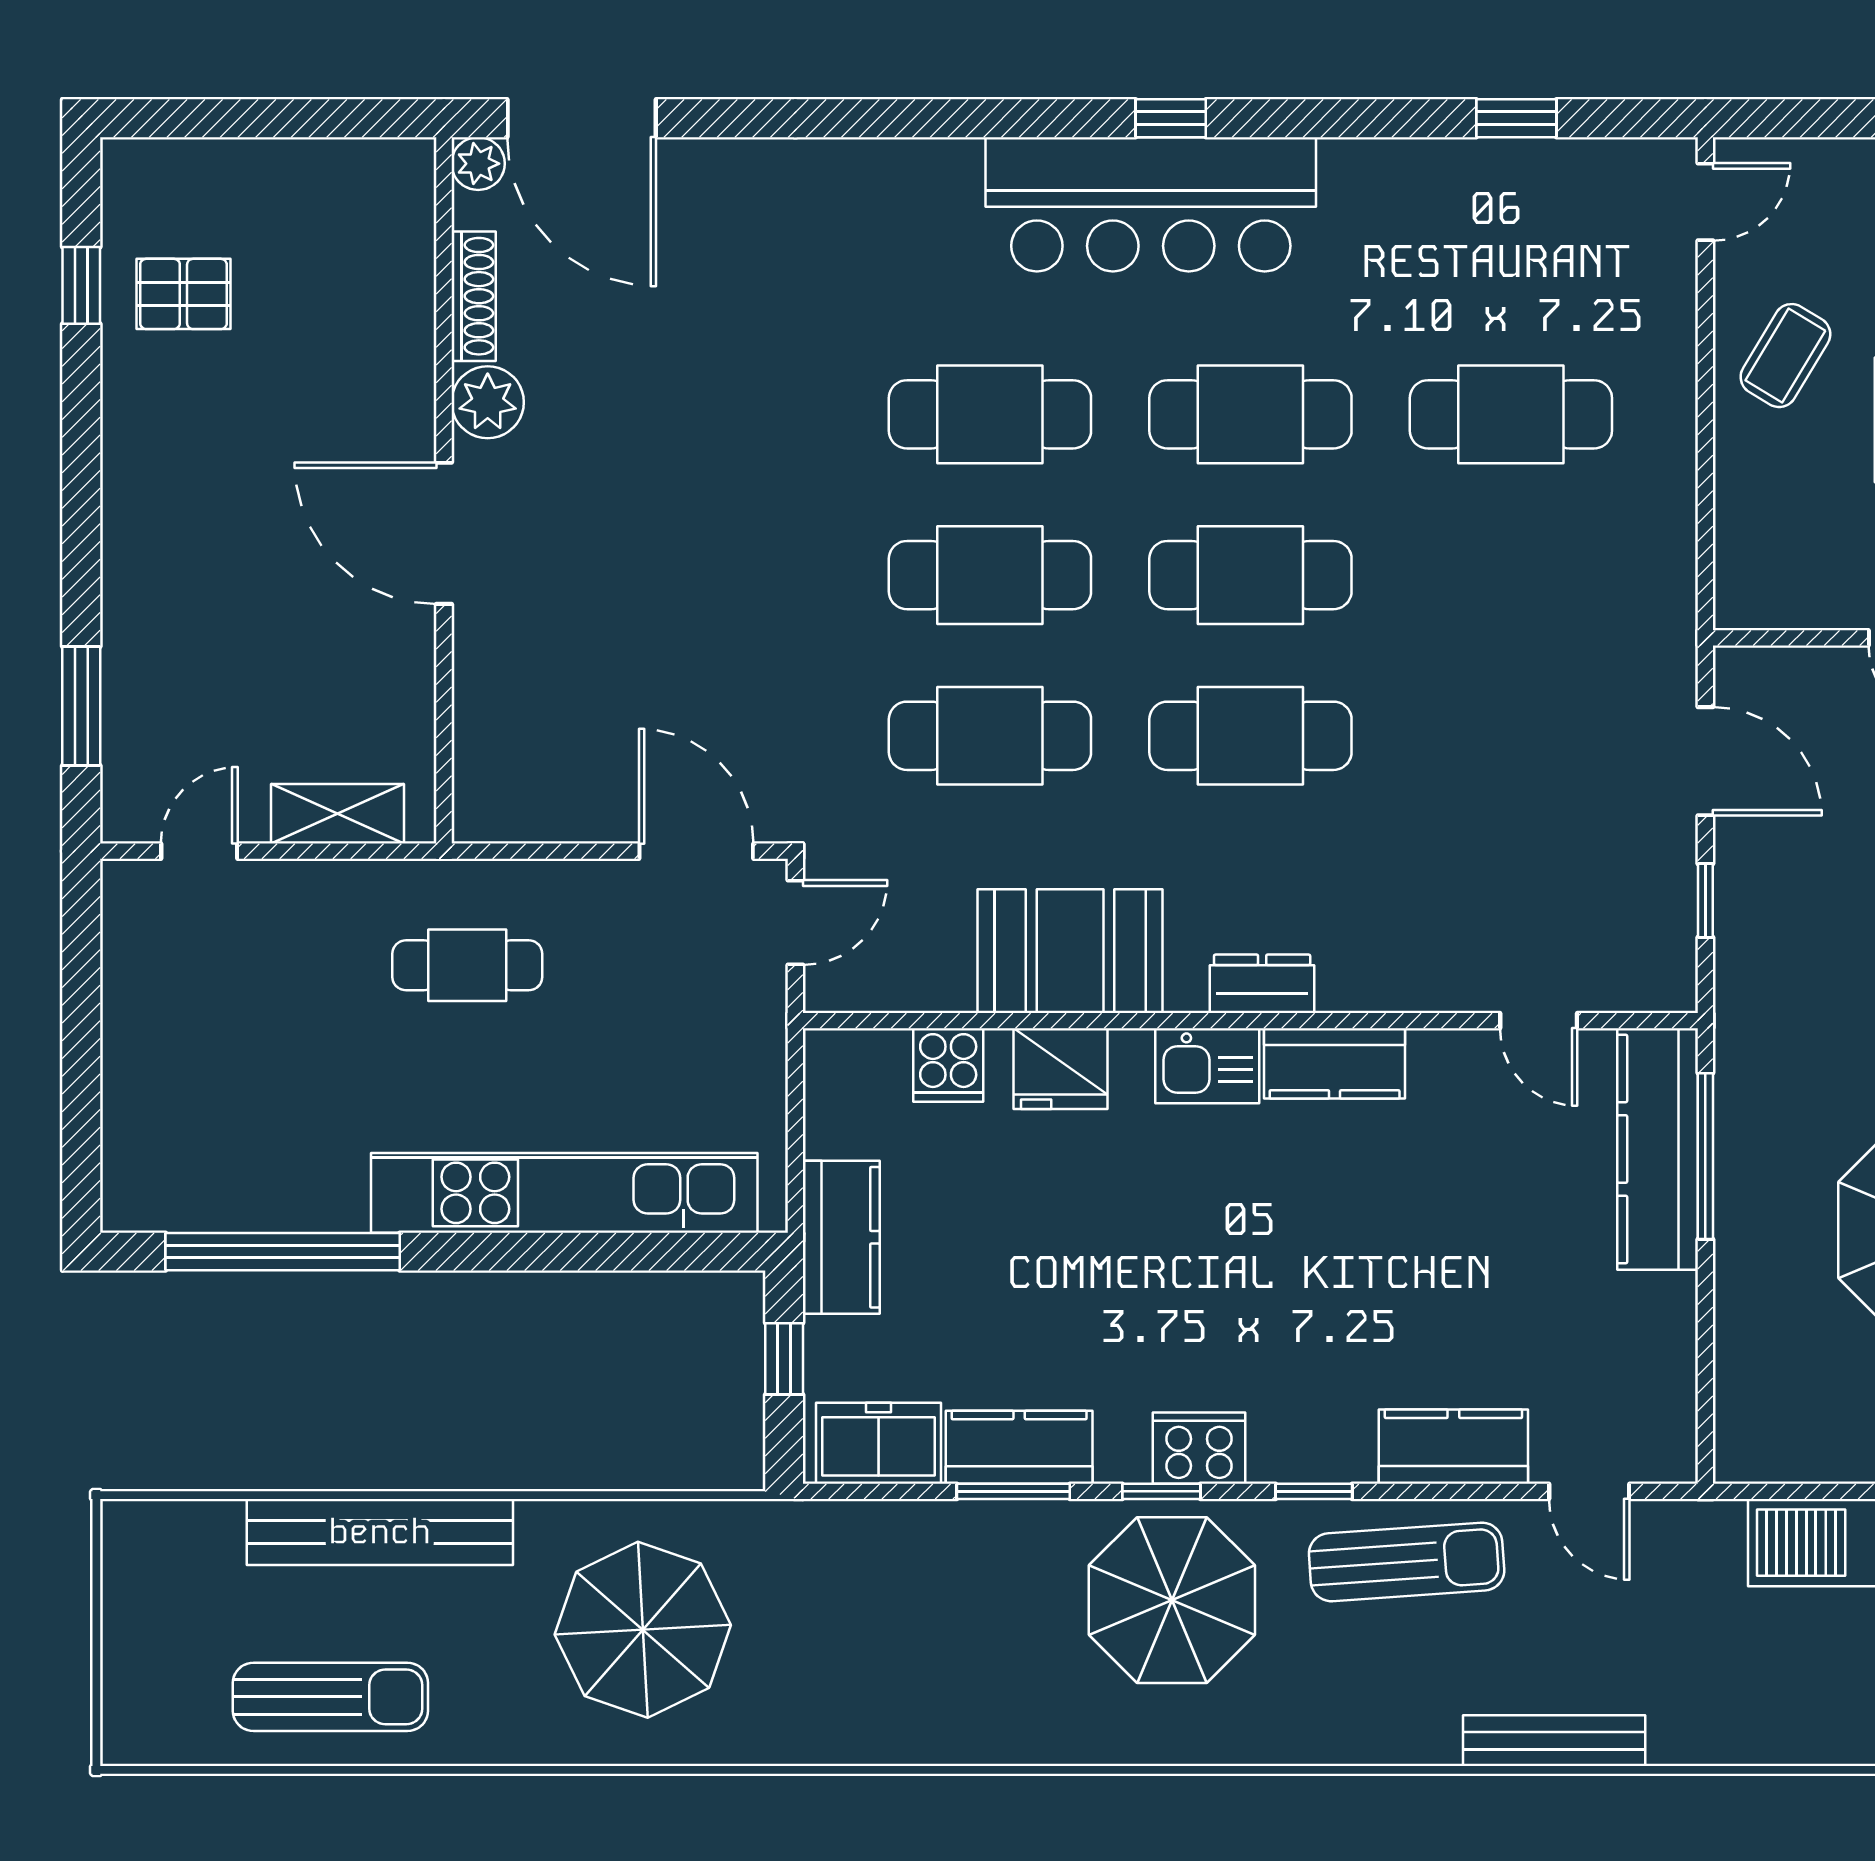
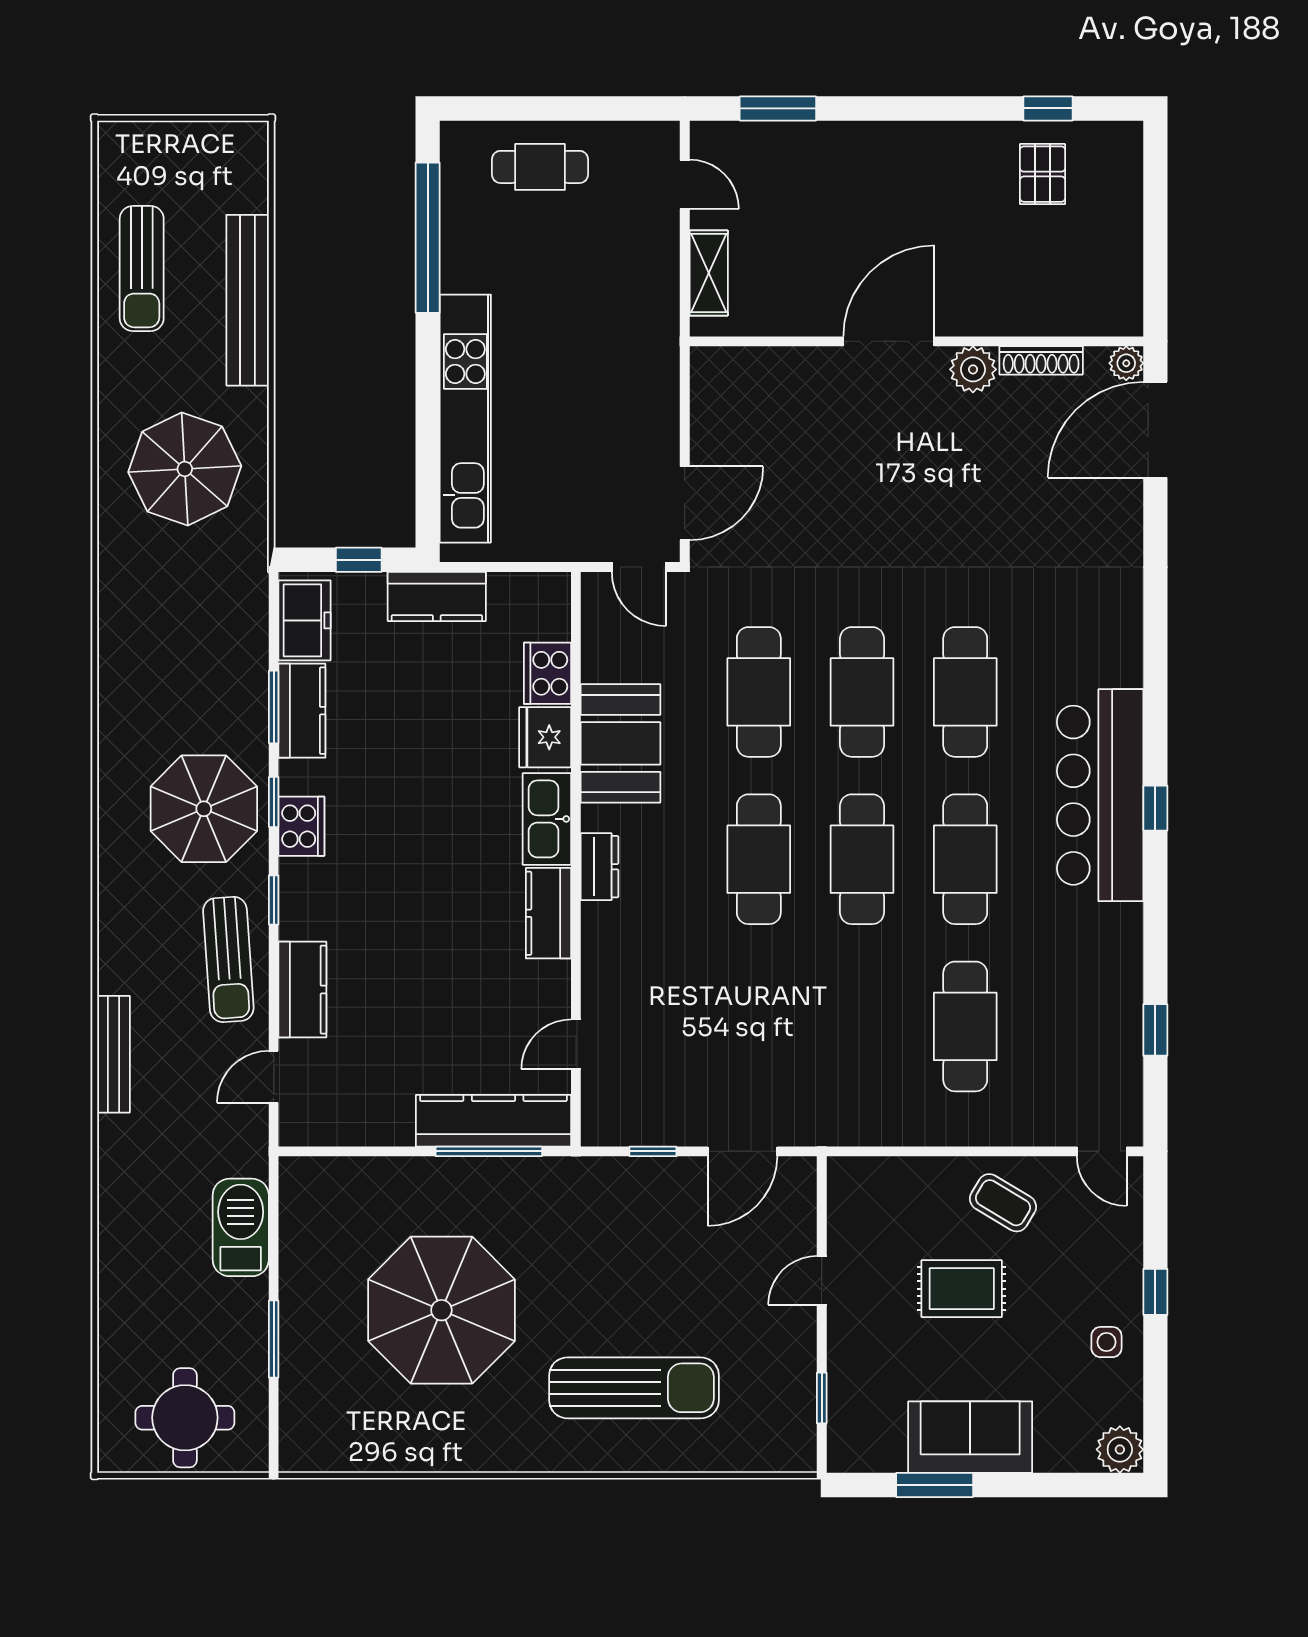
cafe table: (467, 965) -> (540, 167), moved, turned 90
cooker: (948, 1065) -> (547, 673), width x1.36
kitchen sink: (1207, 1066) -> (547, 819), width x1.38

